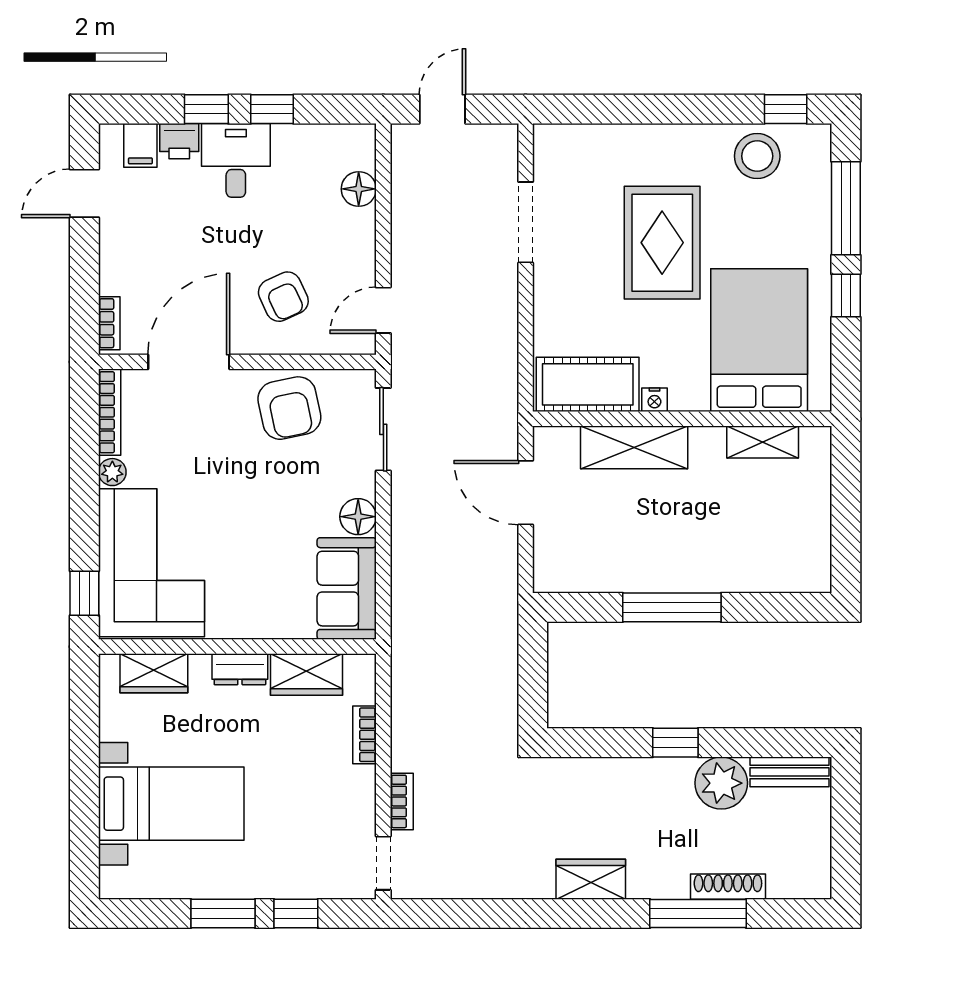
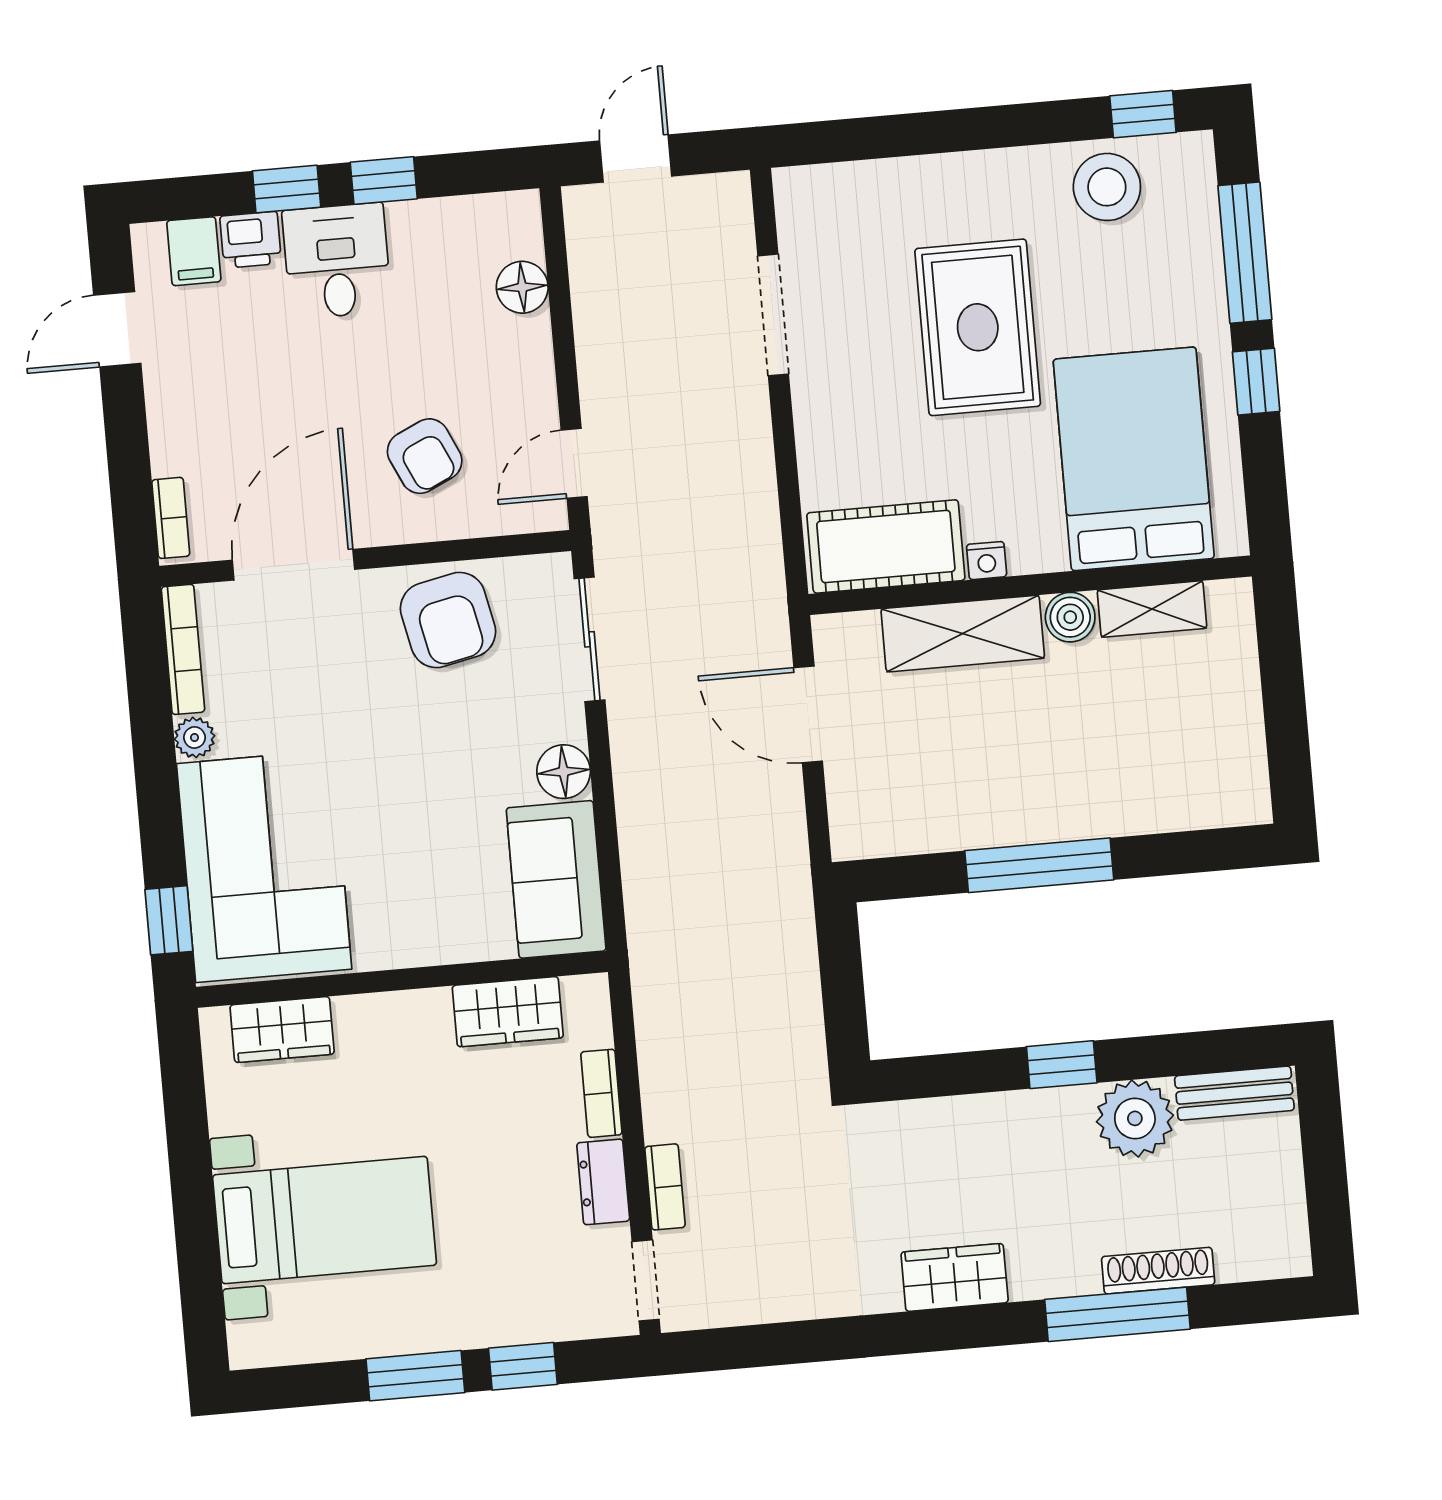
boiler: (707, 443) -> (1070, 617), added
dresser: (240, 669) -> (603, 1182), moved, turned 90

